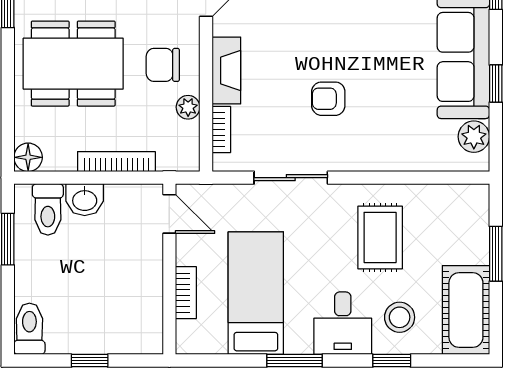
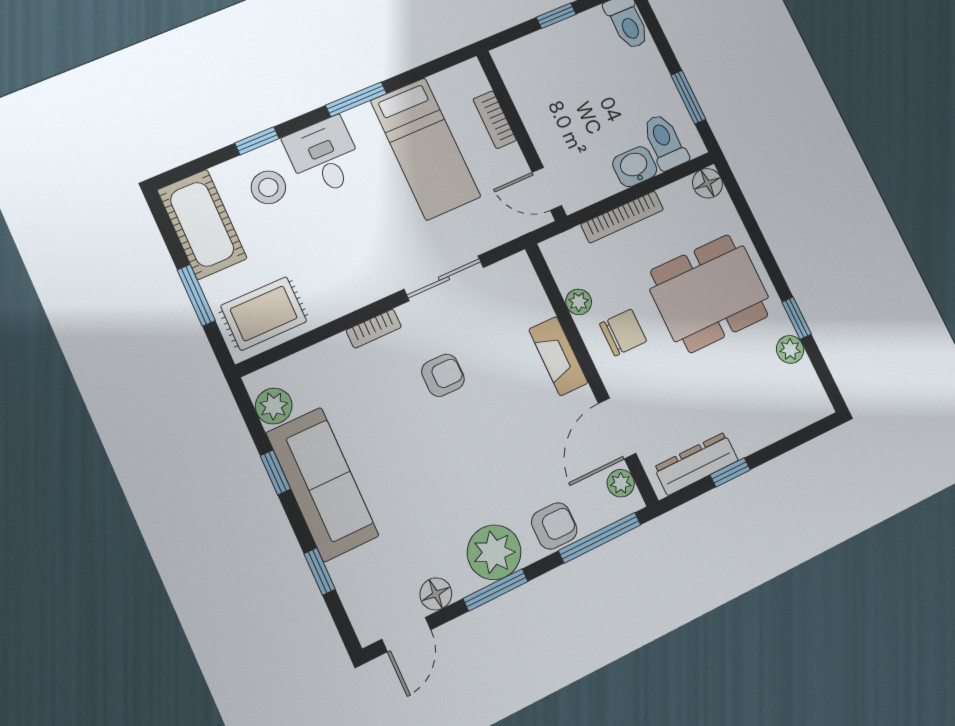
bookcase: (221, 129) -> (374, 329), moved, turned -90
rug: (380, 237) -> (264, 313), moved, turned 90

